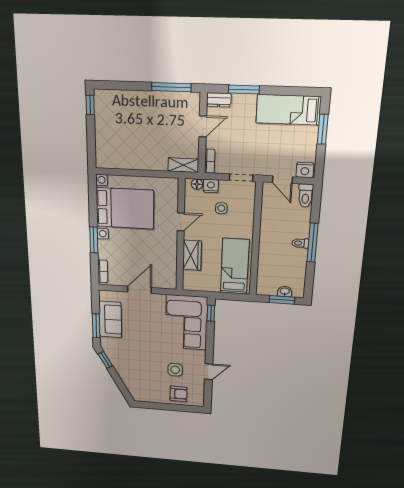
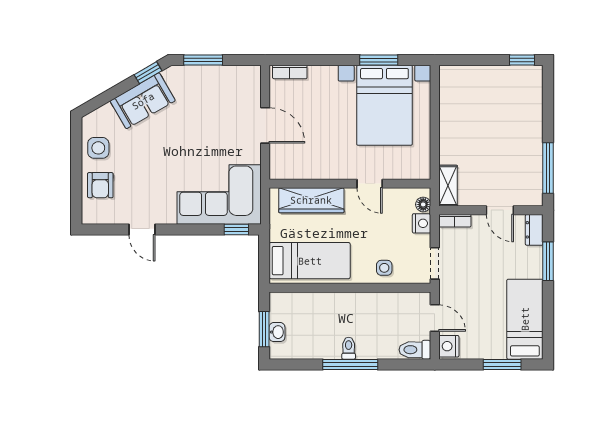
door: (282, 180) -> (435, 318), swing flipped
side table: (221, 208) -> (384, 268), moved
window: (94, 240) -> (379, 60), moved
wardrobe: (192, 255) -> (311, 200), width x1.50
sofa: (110, 319) -> (143, 101), moved, turned -30
side table: (175, 370) -> (98, 148), moved

